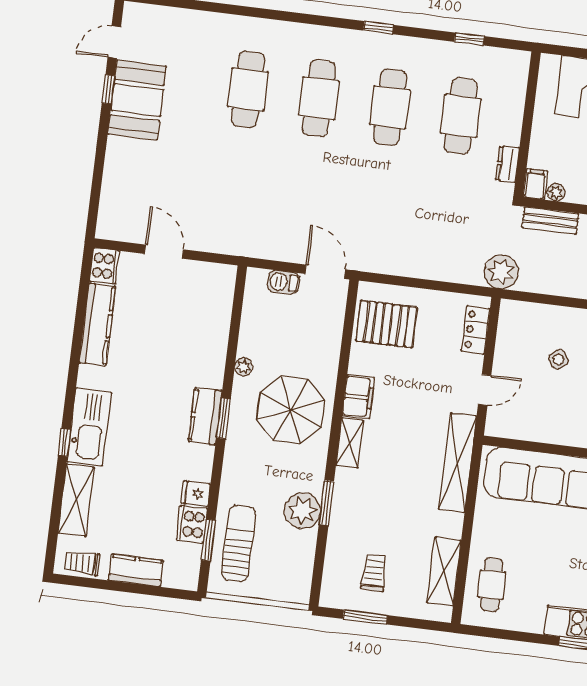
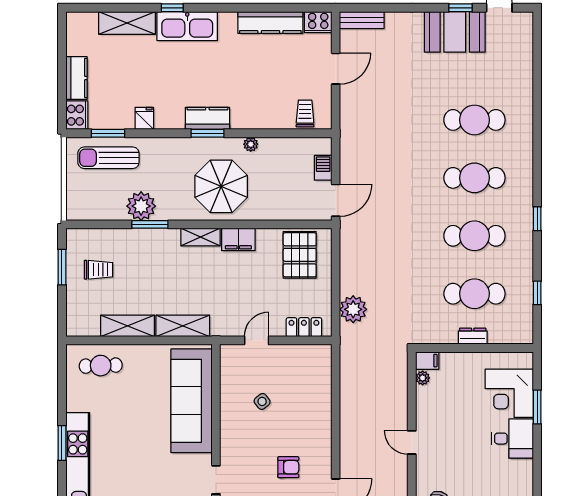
dresser: (507, 164) -> (473, 336), moved
bench: (550, 220) -> (362, 20), moved, turned 90
plant: (501, 272) -> (353, 309), moved
side table: (558, 359) -> (262, 401), moved
door: (485, 390) -> (257, 340), swing flipped
shelving: (457, 463) -> (183, 326), width x0.68
cooker: (192, 524) -> (77, 115), moved, turned 90
sun lounger: (238, 543) -> (108, 158), turned 180
trolley: (82, 563) -> (305, 113), moved
shelving: (444, 571) -> (128, 326), moved

